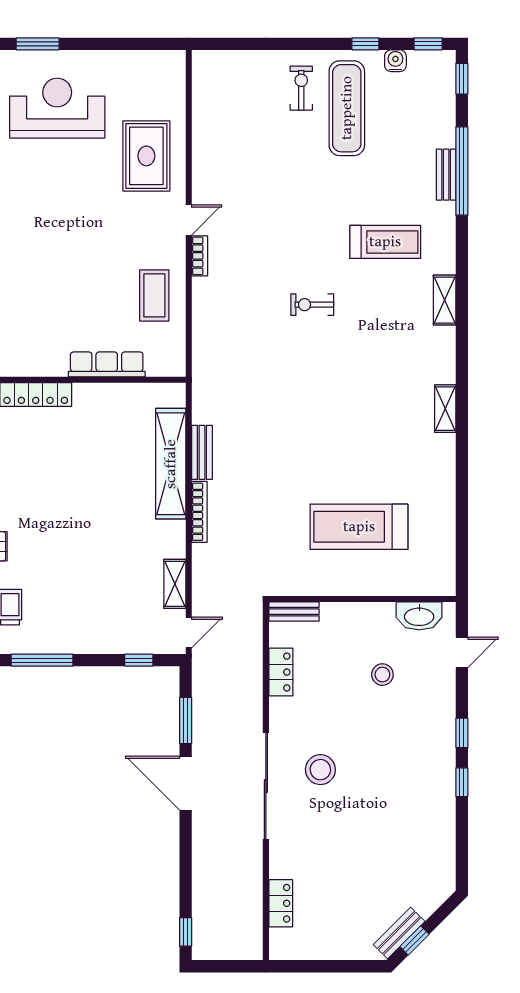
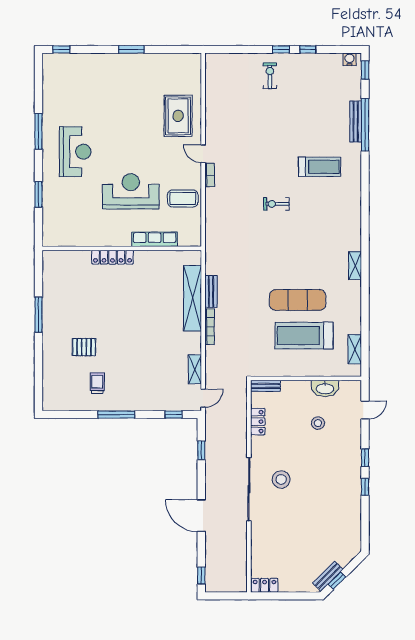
window: (38, 44) -> (131, 49), moved
window: (428, 44) -> (281, 49), moved
water cooler: (395, 61) -> (349, 59), moved
reception desk: (57, 108) -> (131, 191), moved
exercise mat: (347, 108) -> (298, 300), moved, turned 90
bench: (446, 175) -> (356, 121), width x1.36
door: (189, 220) -> (203, 154), swing flipped
coffee table: (154, 295) -> (183, 198), turned 90
shelving: (445, 300) -> (355, 349), moved
washbasin: (419, 616) -> (325, 388), moved
window: (186, 720) -> (201, 450), width x0.67
door: (186, 783) -> (201, 516), moved
locker: (281, 903) -> (265, 585), moved, turned -90

